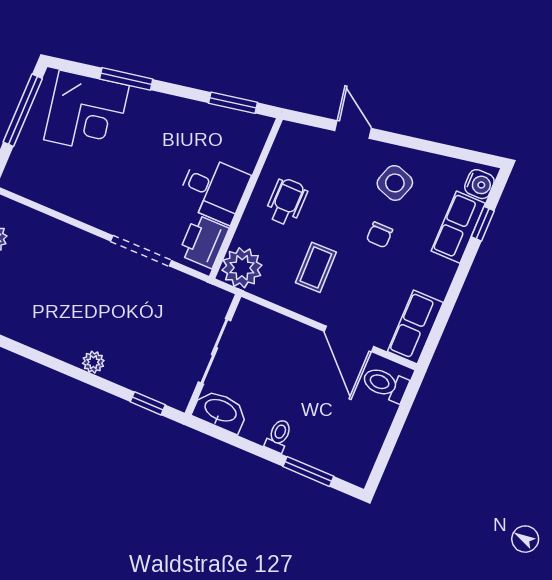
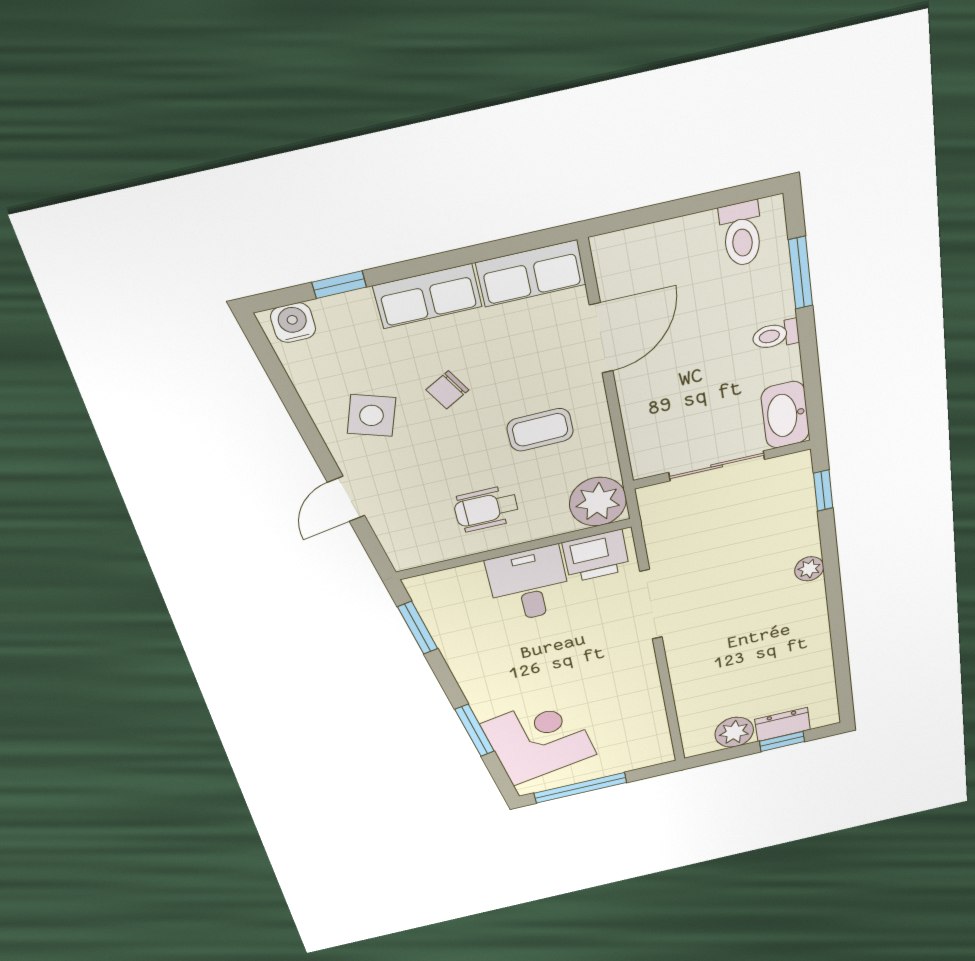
row of seats: (458, 227) -> (427, 296), moved
chair: (379, 235) -> (447, 390), turned 150
toilet: (385, 384) -> (741, 234), moved

